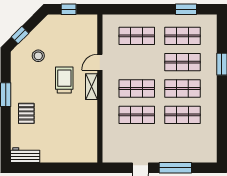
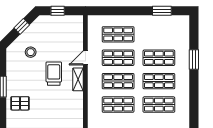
window: (20, 35) -> (22, 26), moved
shop shelf: (183, 36) -> (118, 58), moved
pallet: (26, 113) -> (20, 103), turned 90

